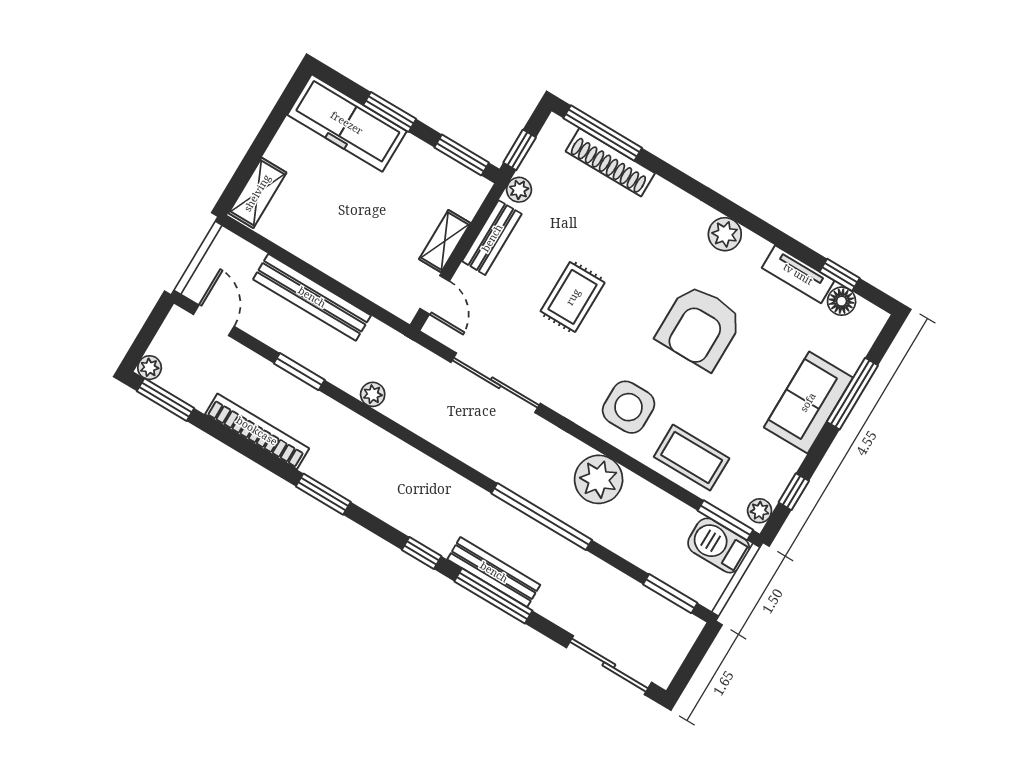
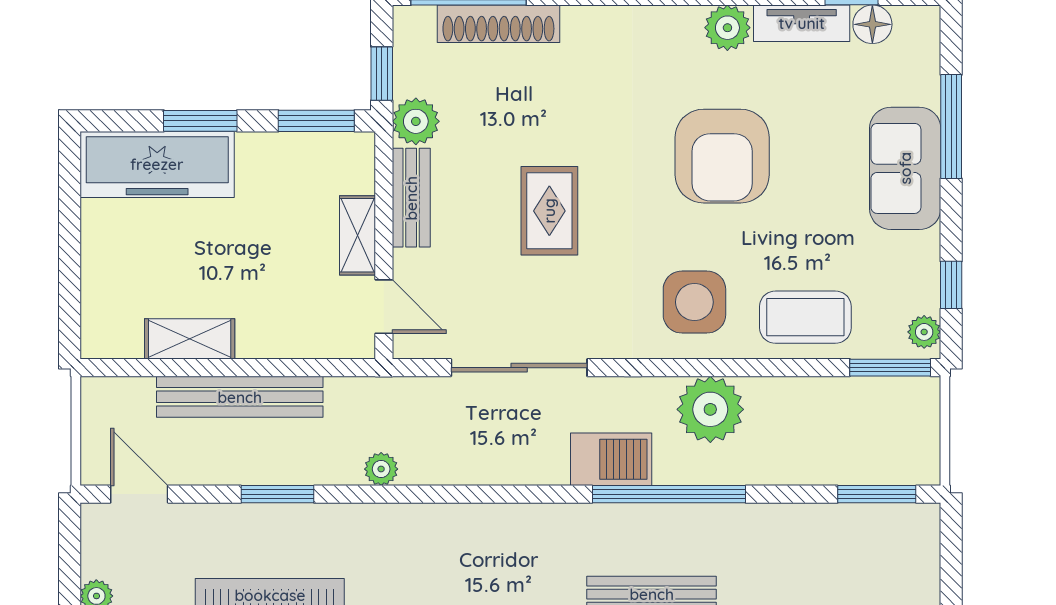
plant: (519, 190) -> (416, 121), width x1.38, depth x1.38
shelving: (257, 193) -> (190, 339), moved, turned 90
plant: (725, 234) -> (727, 28), moved
barbecue: (719, 545) -> (611, 459), moved, turned 180

